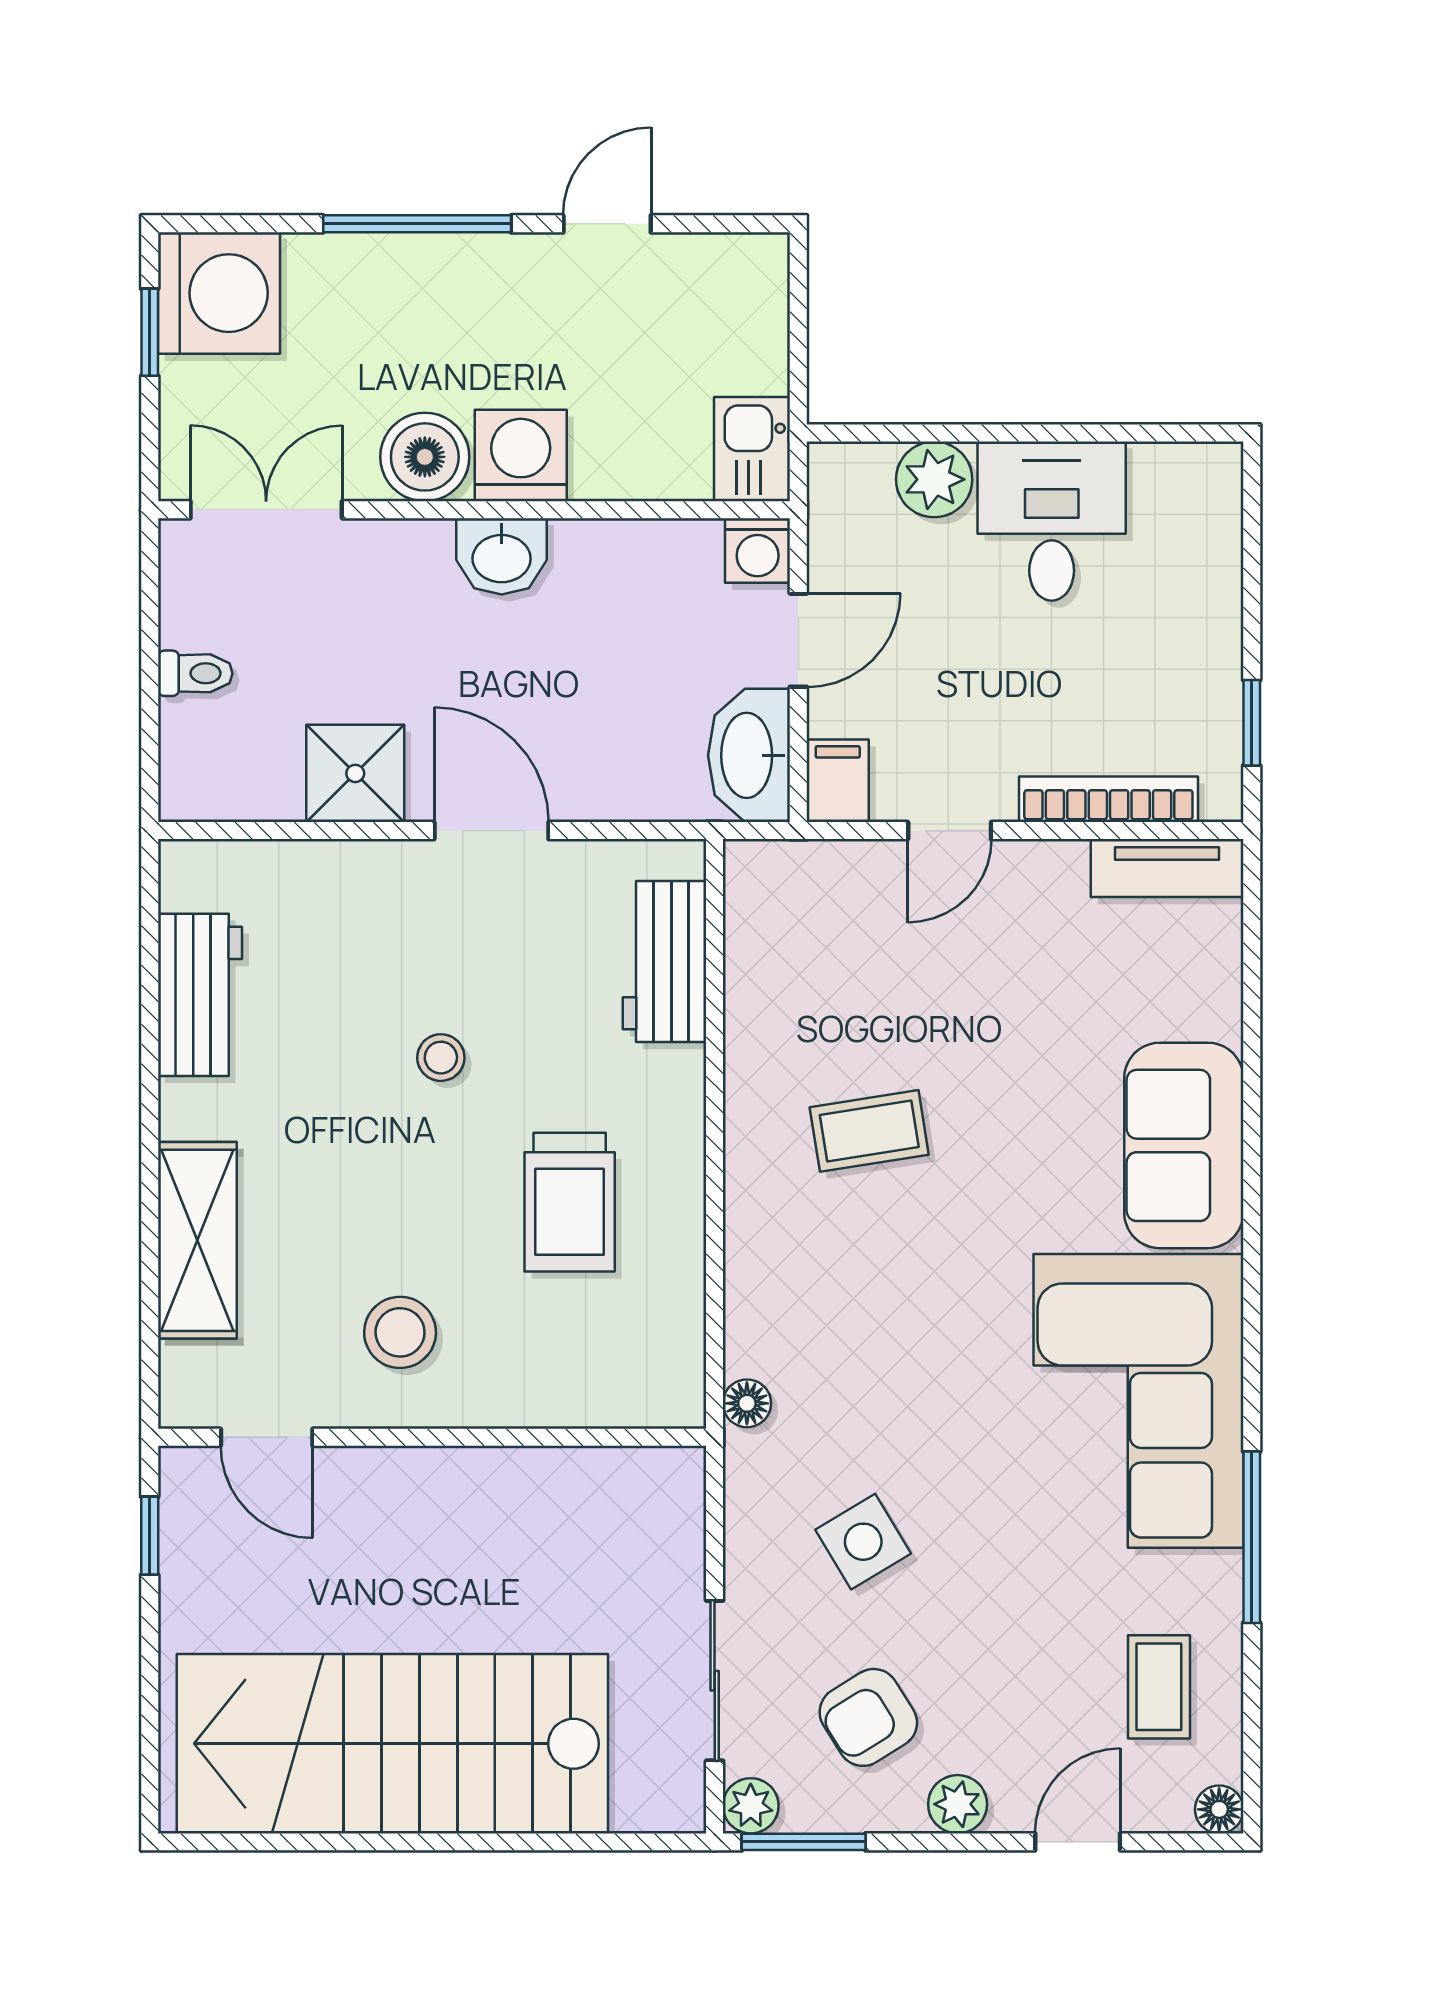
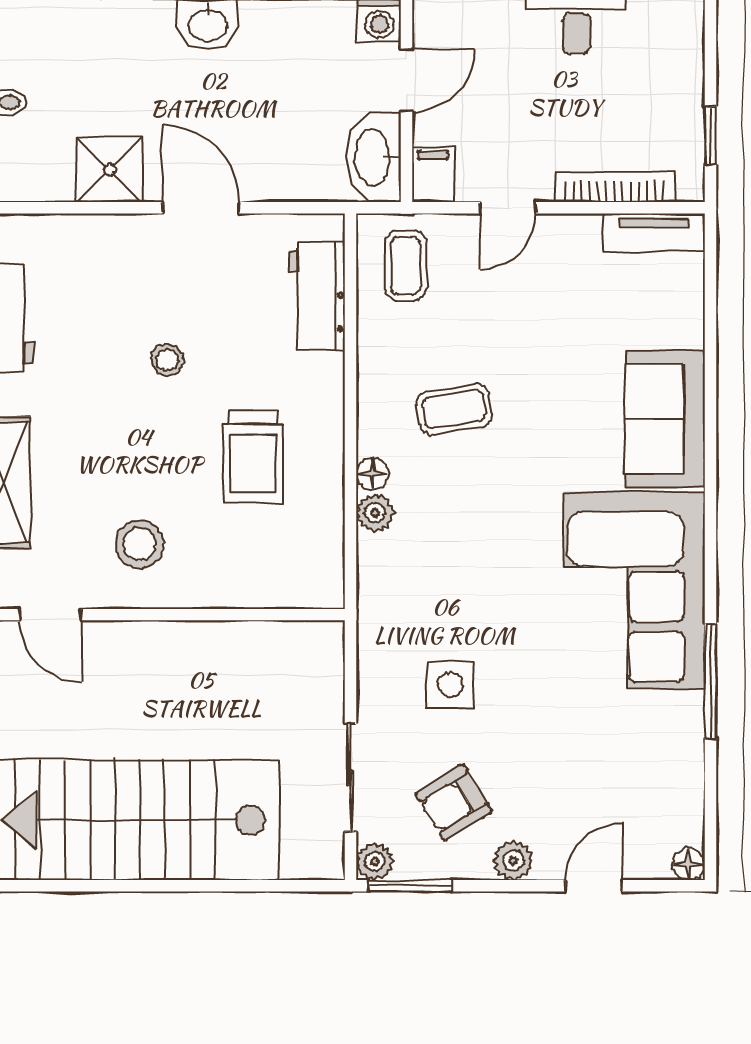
plant: (751, 1285) -> (375, 513), added
floor lamp: (747, 1403) -> (372, 474), moved
side table: (863, 1542) -> (450, 685), turned 31
coffee table: (1159, 1687) -> (406, 265), moved

